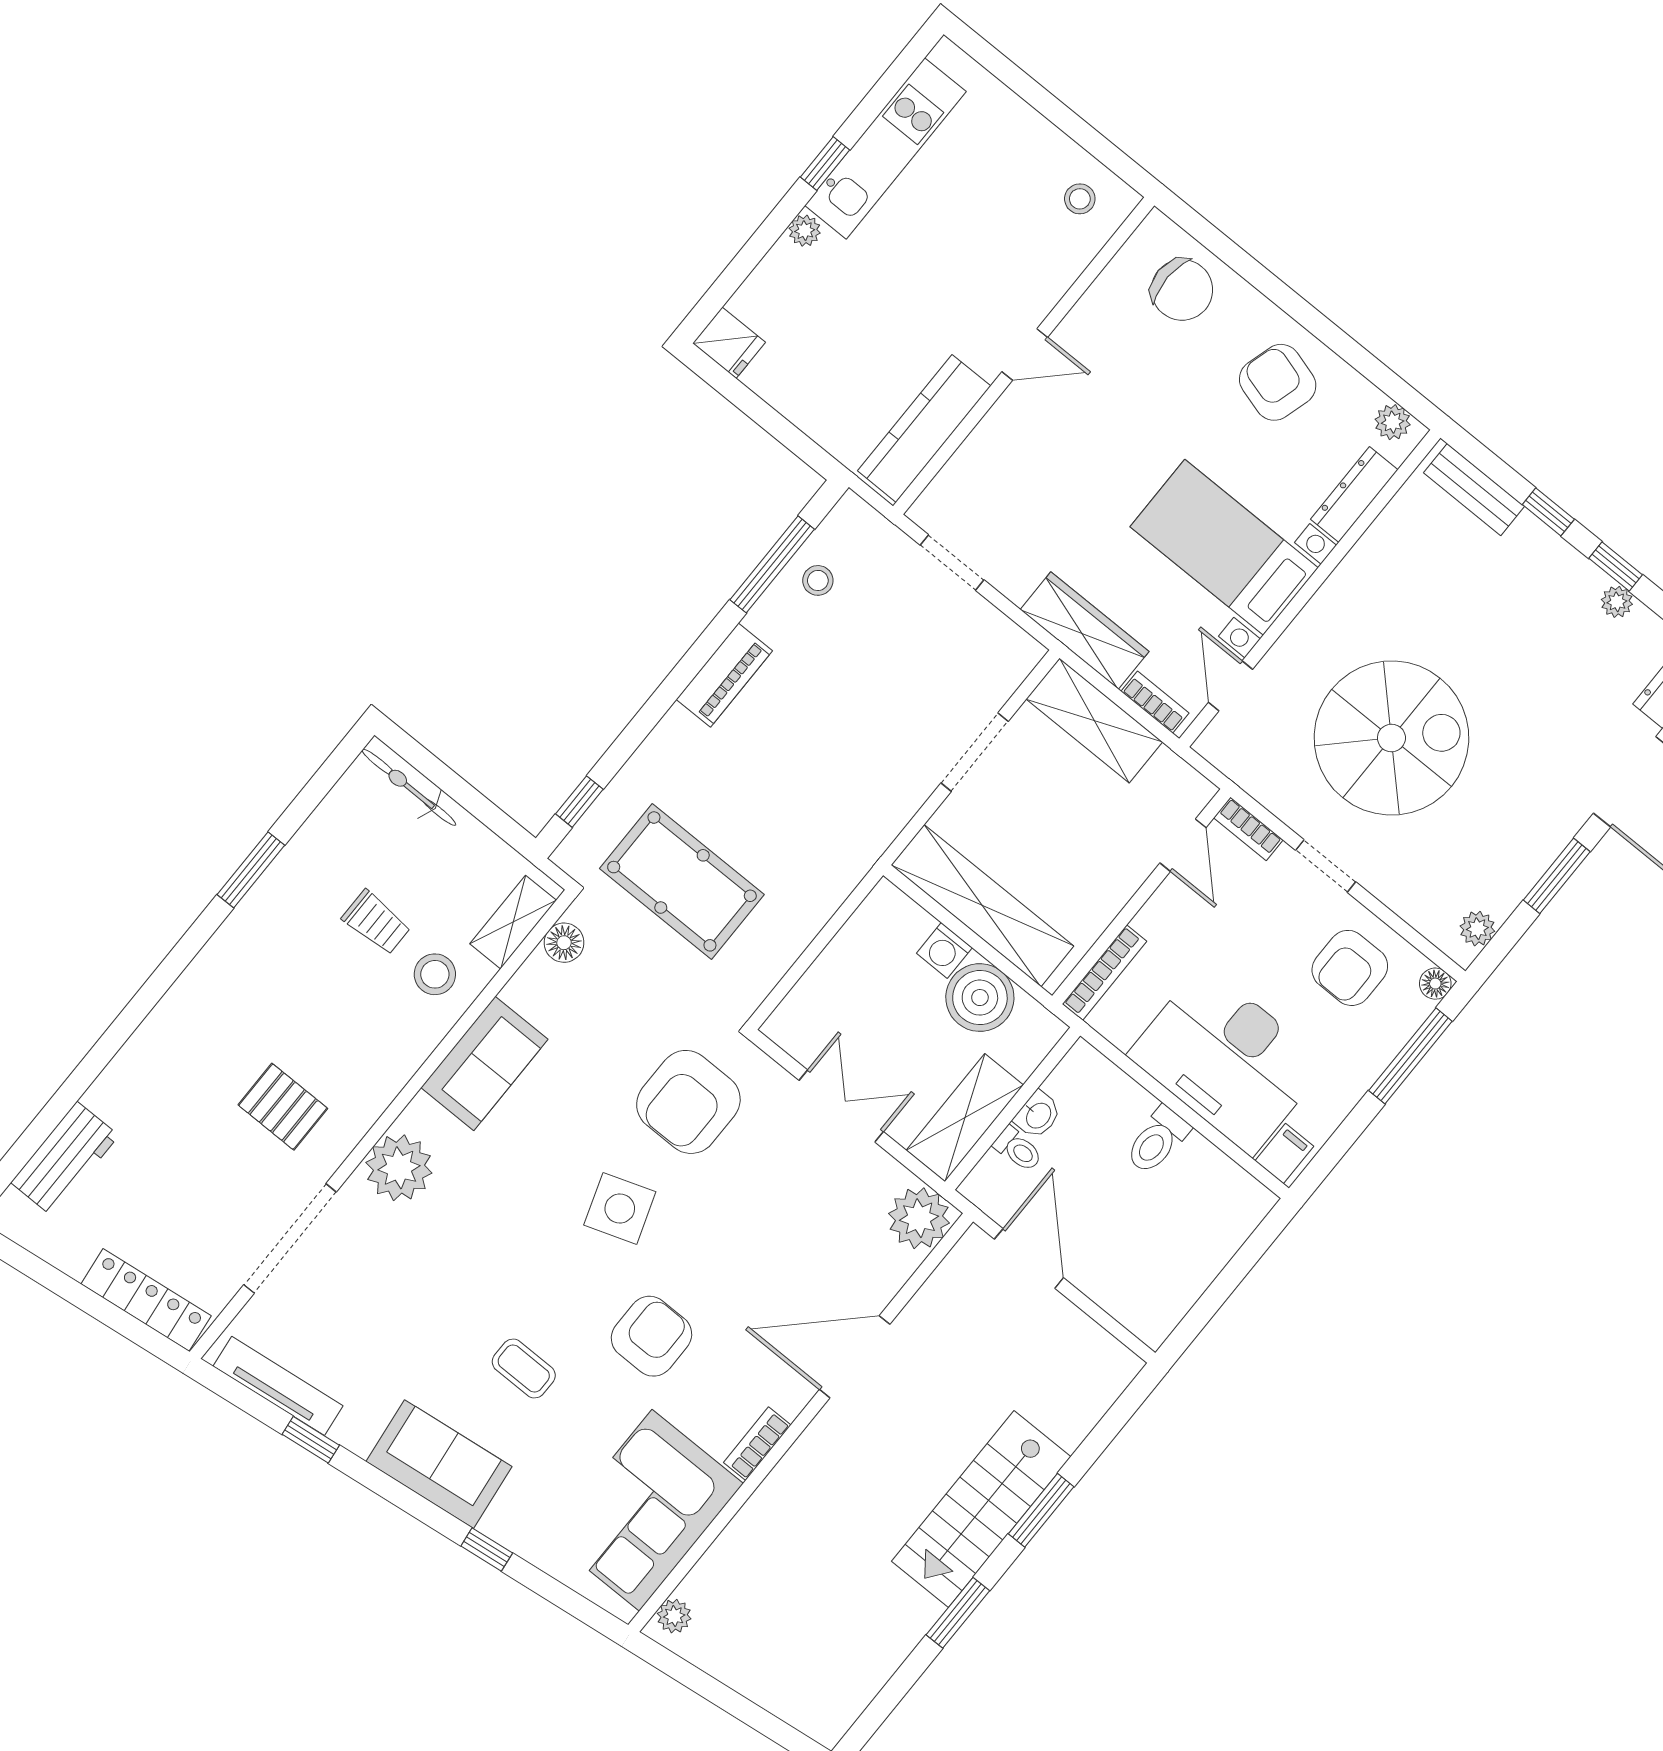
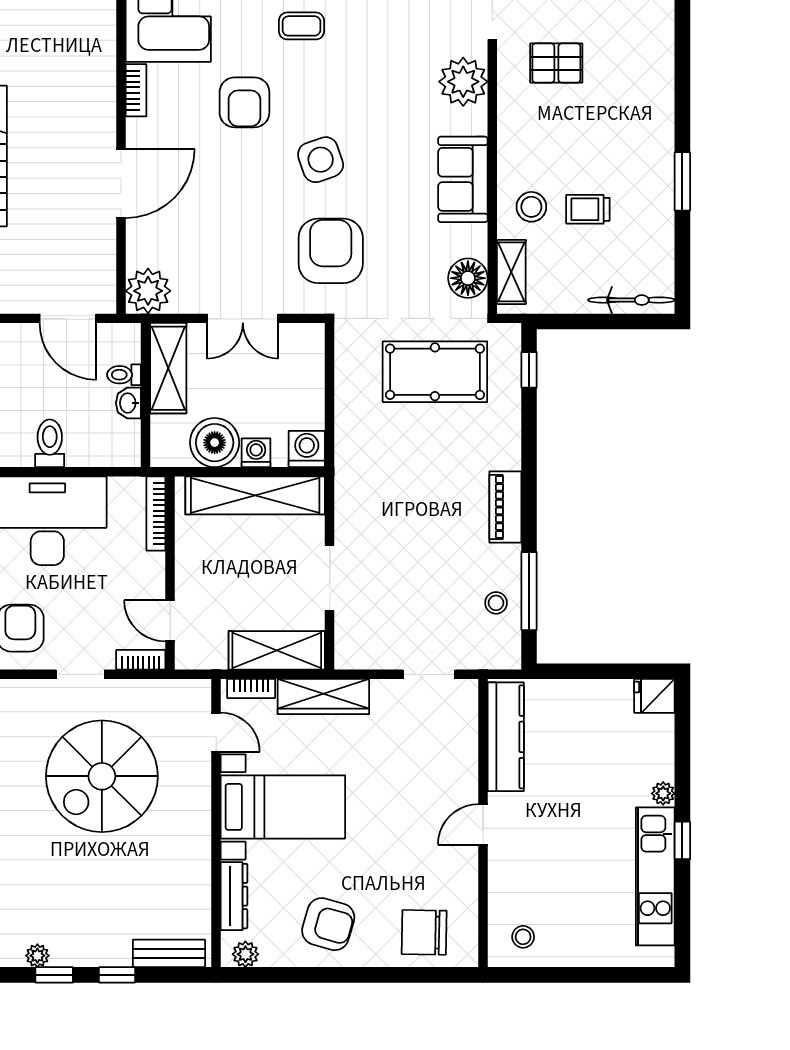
washing machine: (887, 910) -> (307, 449), added
floor lamp: (564, 943) -> (468, 278), width x1.38, depth x1.38

